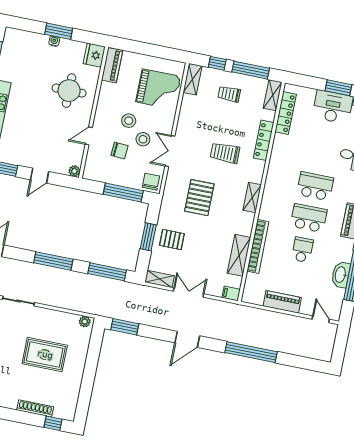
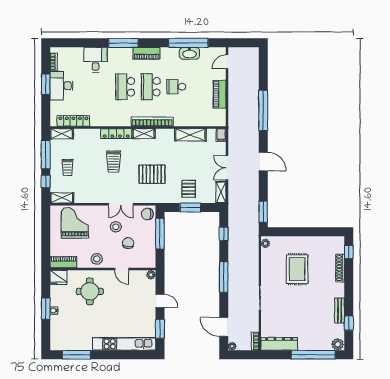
stool: (129, 121) -> (97, 259), moved
locker: (264, 140) -> (116, 134), moved
bookcase: (258, 246) -> (152, 122), moved
window: (107, 272) -> (224, 234), width x0.46

